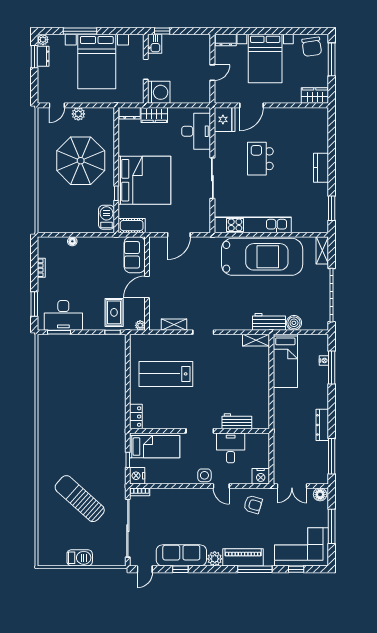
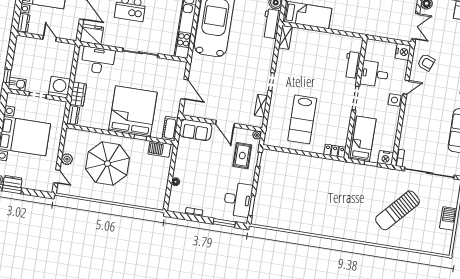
rug: (114, 312) -> (242, 156), turned 90
armchair: (253, 504) -> (426, 62), turned 95

